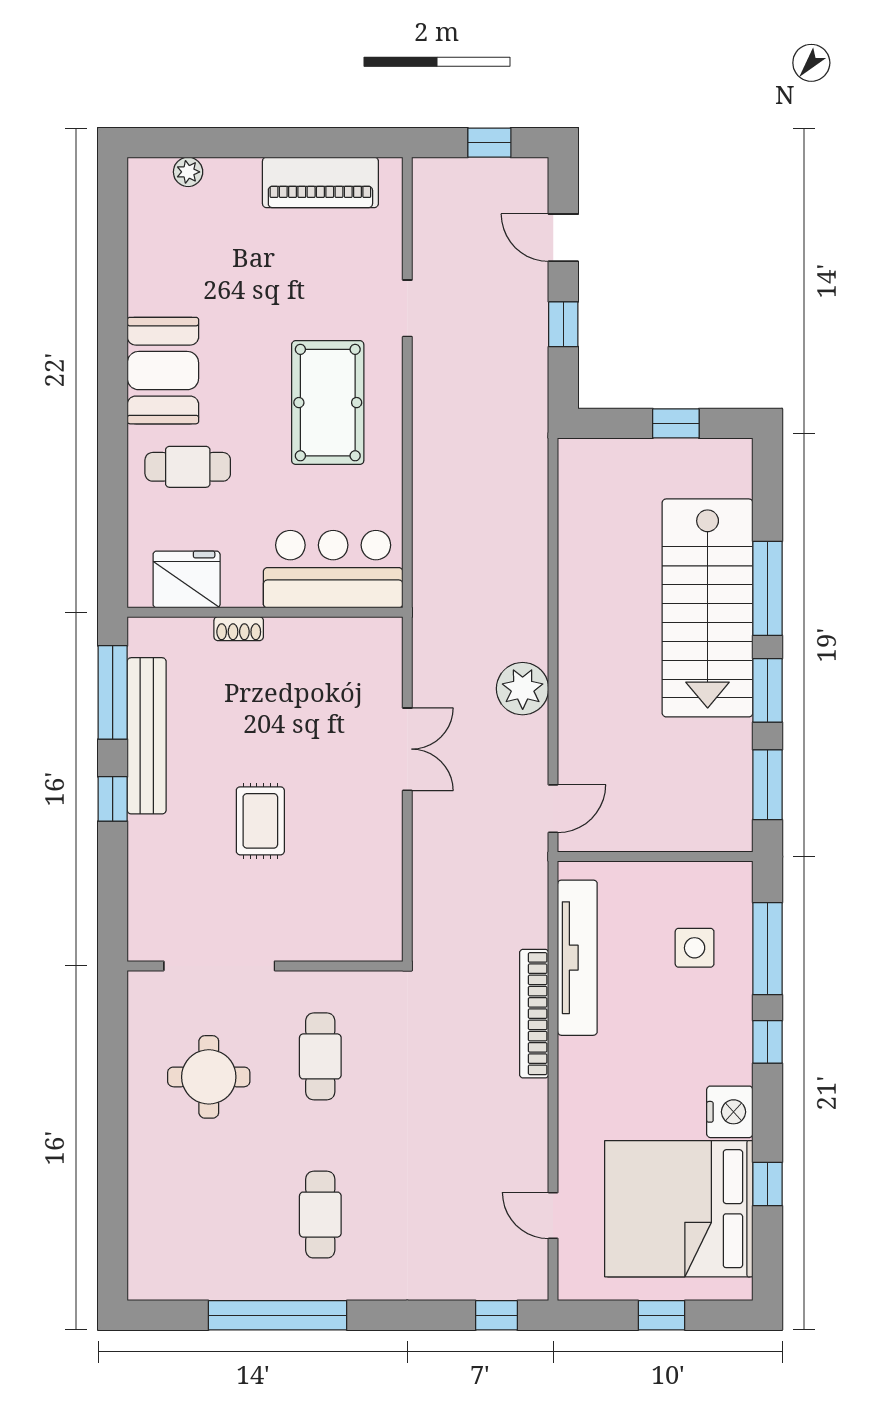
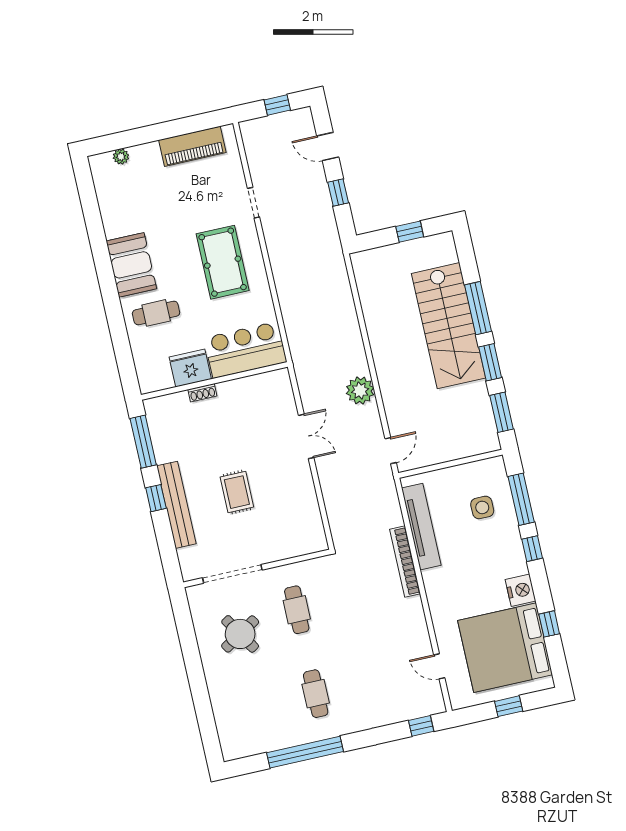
fridge: (187, 579) -> (190, 368), moved
bench: (147, 736) -> (176, 505), moved
round table: (209, 1077) -> (240, 634), turned -32

